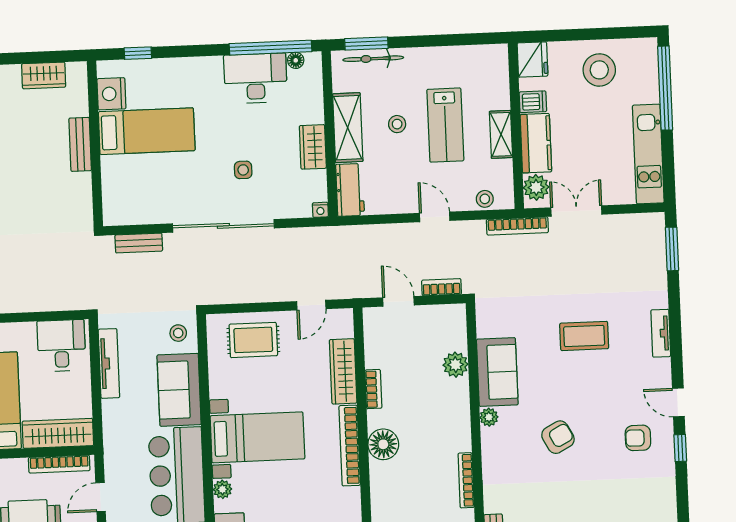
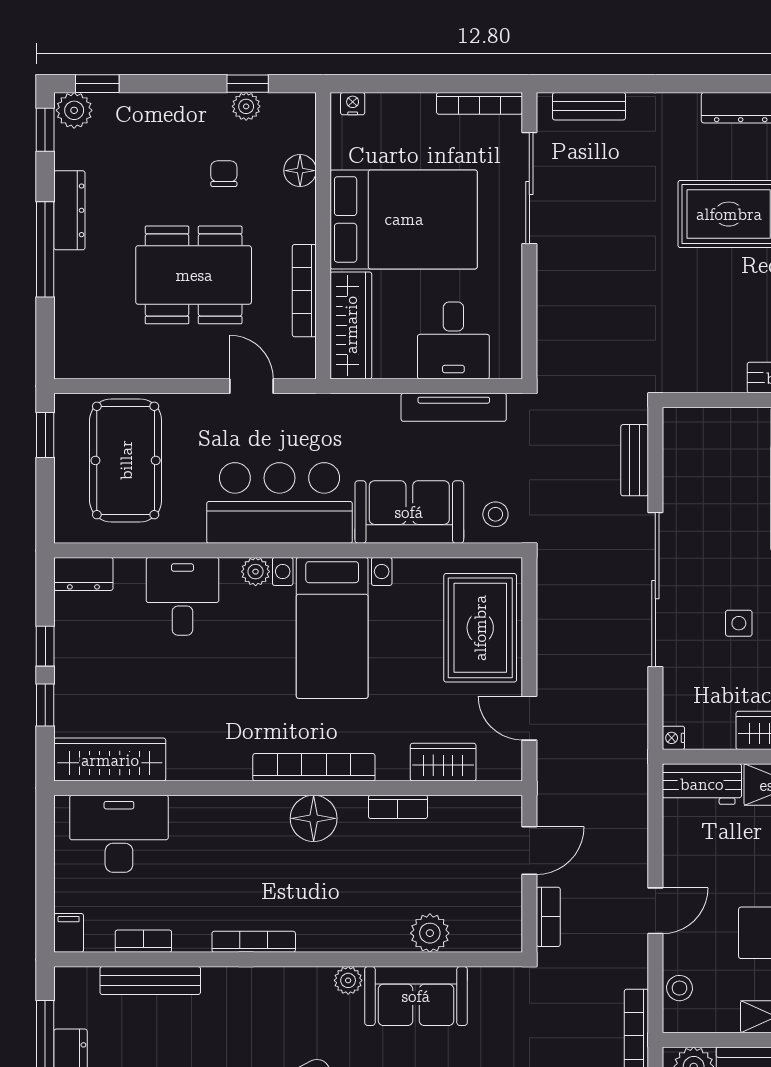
rug: (253, 340) -> (480, 628), width x1.36, depth x1.43
desk: (61, 346) -> (453, 340), moved, turned 90
wardrobe: (343, 371) -> (443, 762), width x0.67
bookcase: (59, 464) -> (304, 291), moved

